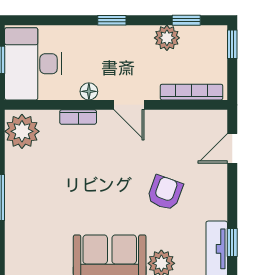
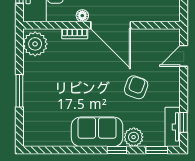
bookcase: (192, 92) -> (155, 16), removed
door: (129, 105) -> (111, 25), width x1.87

